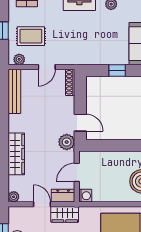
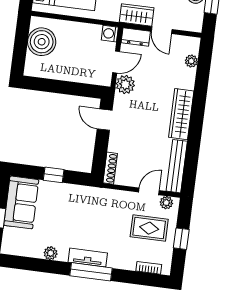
door: (47, 67) -> (149, 191), moved
plant: (67, 142) -> (125, 85), moved
wardrobe: (16, 154) -> (181, 114), moved
plant: (14, 197) -> (191, 61), moved

